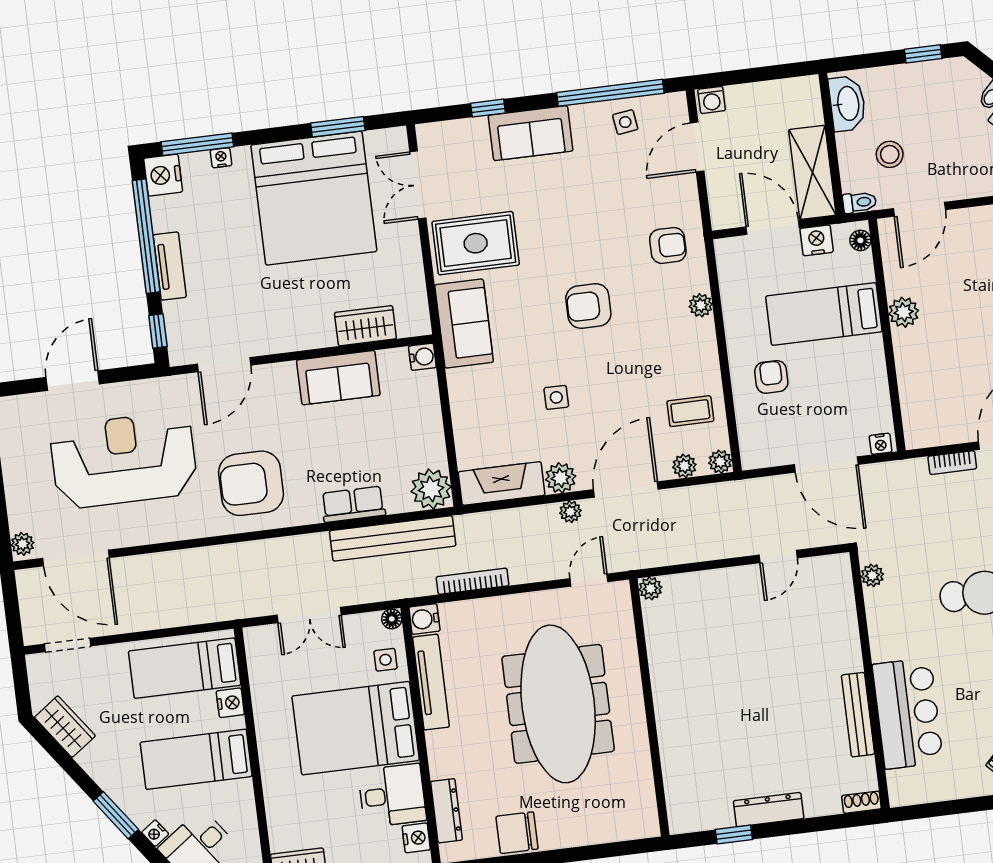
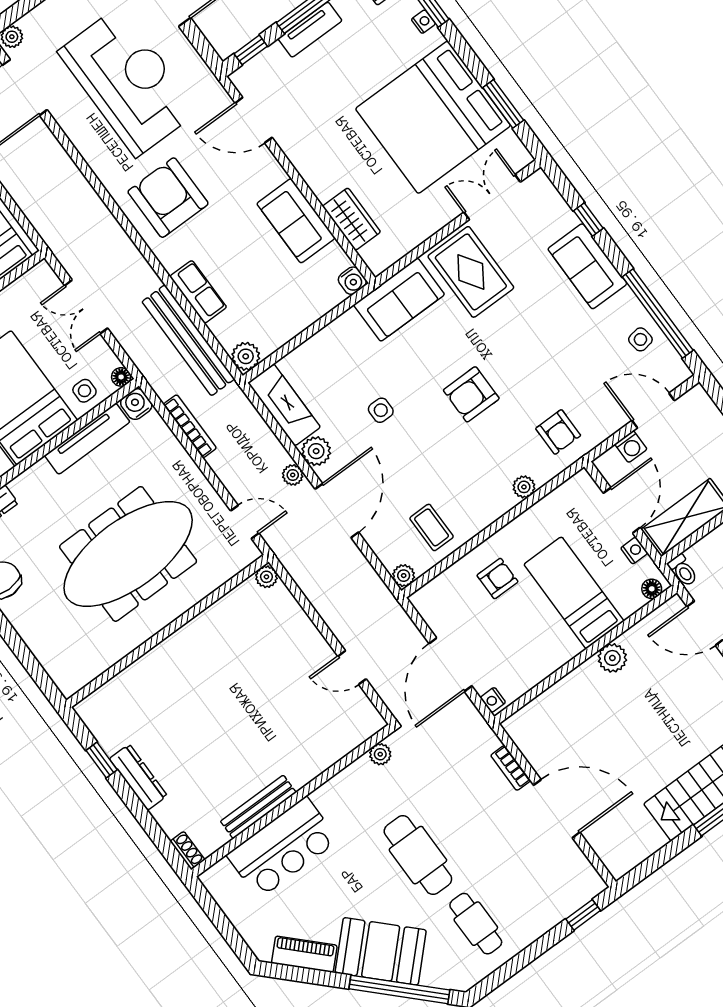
washing machine: (712, 100) -> (631, 447), moved, turned -90
nightstand: (817, 240) -> (634, 551), width x0.72, depth x0.74
armchair: (588, 306) -> (471, 394), turned -90
plant: (684, 466) -> (384, 548), removed
plant: (431, 489) -> (246, 356), width x0.73, depth x0.73
door: (626, 489) -> (337, 511), hinge flipped

